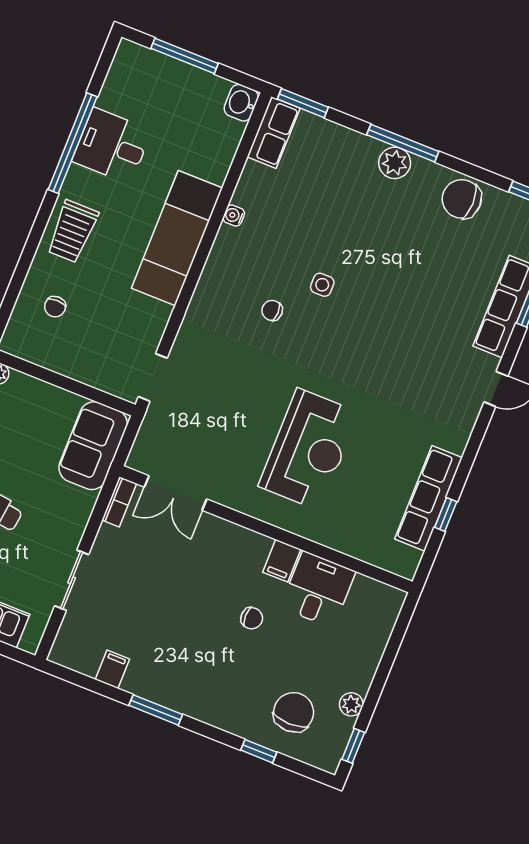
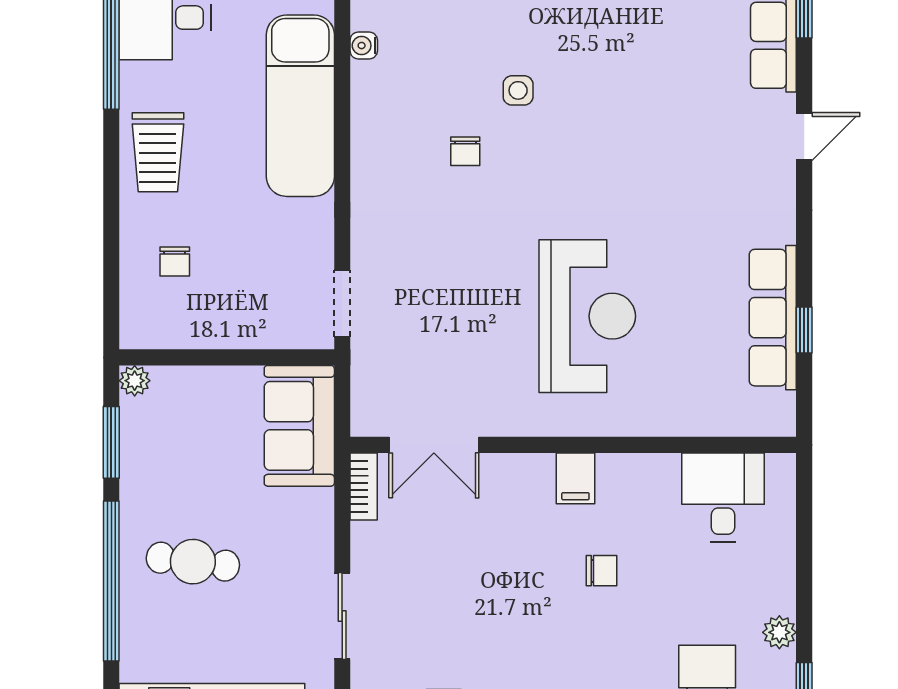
chair: (272, 310) -> (465, 151), turned -90
filing cabinet: (282, 561) -> (575, 478), moved
desk: (318, 589) -> (723, 497), moved

